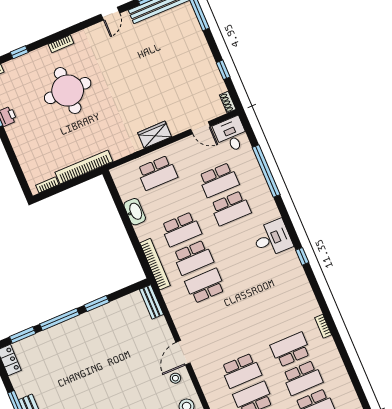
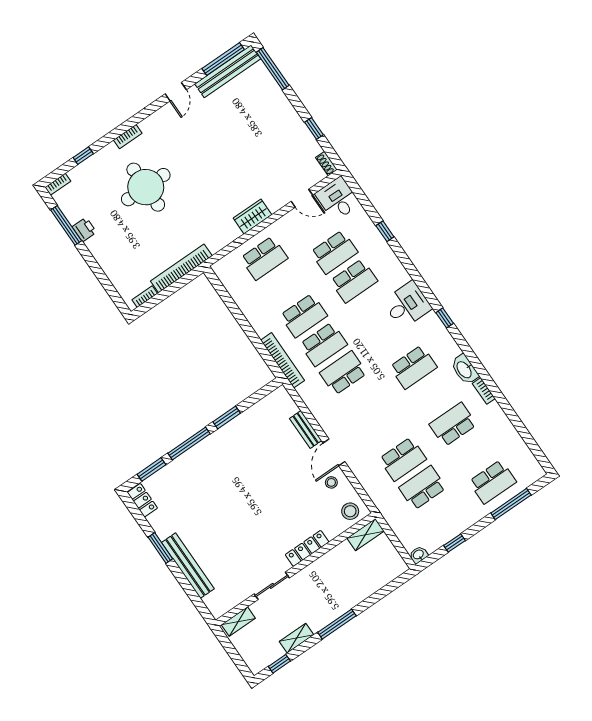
window: (266, 171) -> (385, 231), width x0.32
washbasin: (135, 212) -> (465, 369), moved, turned 180
bench: (152, 302) -> (306, 430), moved
school desk: (303, 378) -> (413, 367), moved

